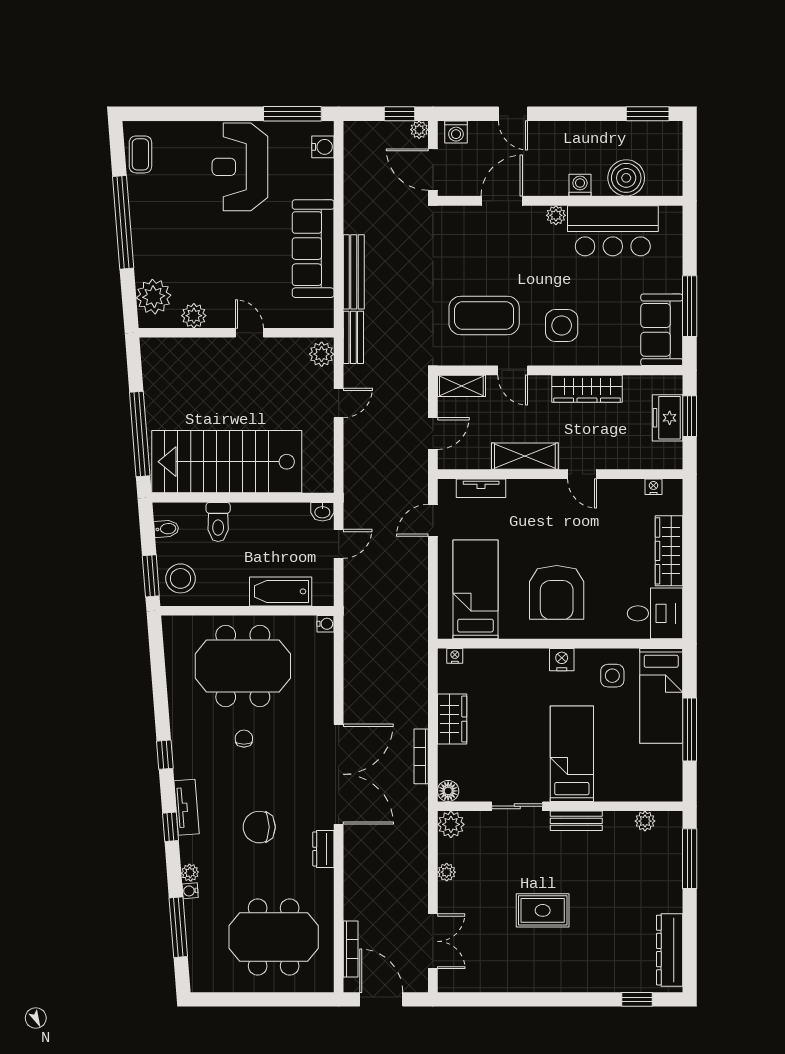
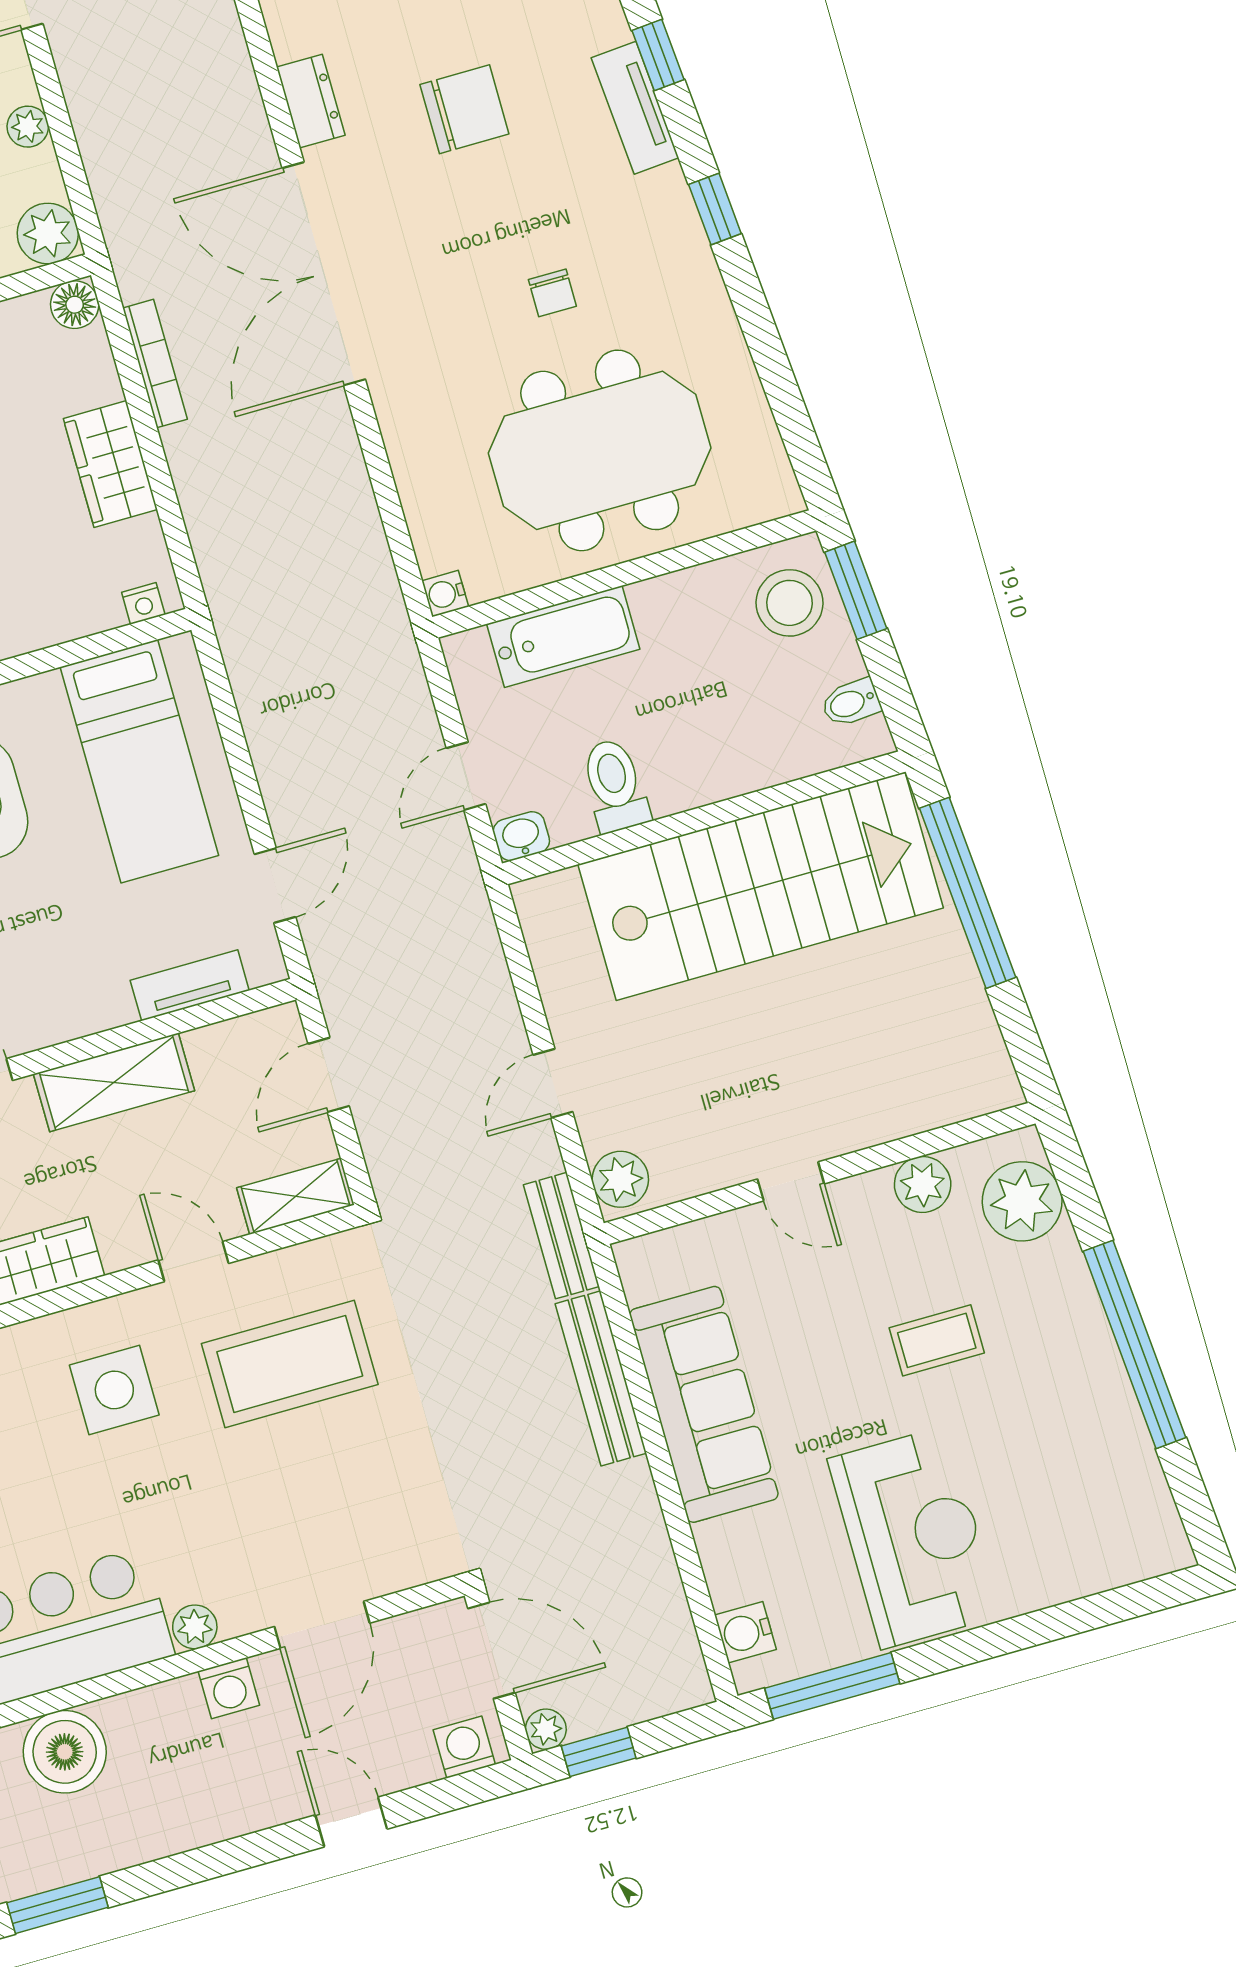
coffee table: (140, 154) -> (937, 1340), moved, turned 90
washing machine: (580, 185) -> (229, 1688), moved
toilet: (218, 522) -> (615, 785), moved

